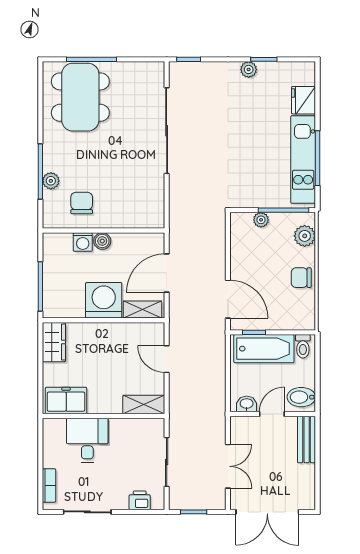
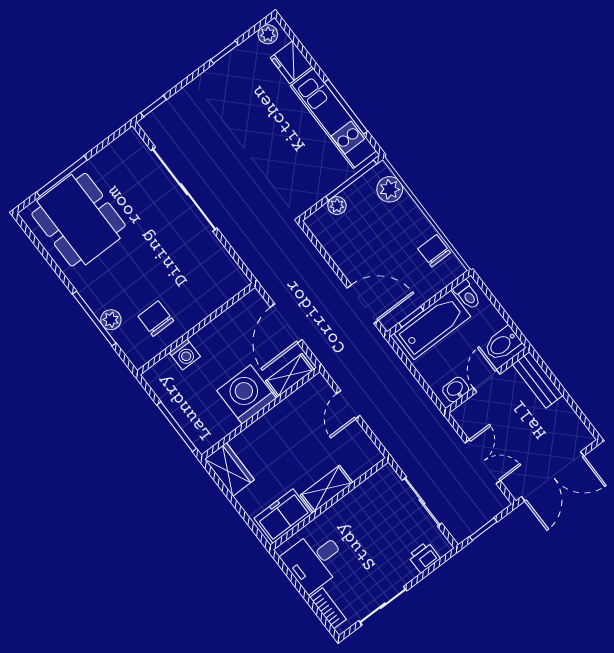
plant: (249, 69) -> (268, 34), moved
boiler: (102, 241) -> (203, 340), removed
chair: (301, 278) -> (434, 251), moved, turned 90
door: (167, 359) -> (348, 405), hinge flipped
shelving: (144, 405) -> (327, 489), moved
desk: (87, 440) -> (315, 560), moved, turned -90

